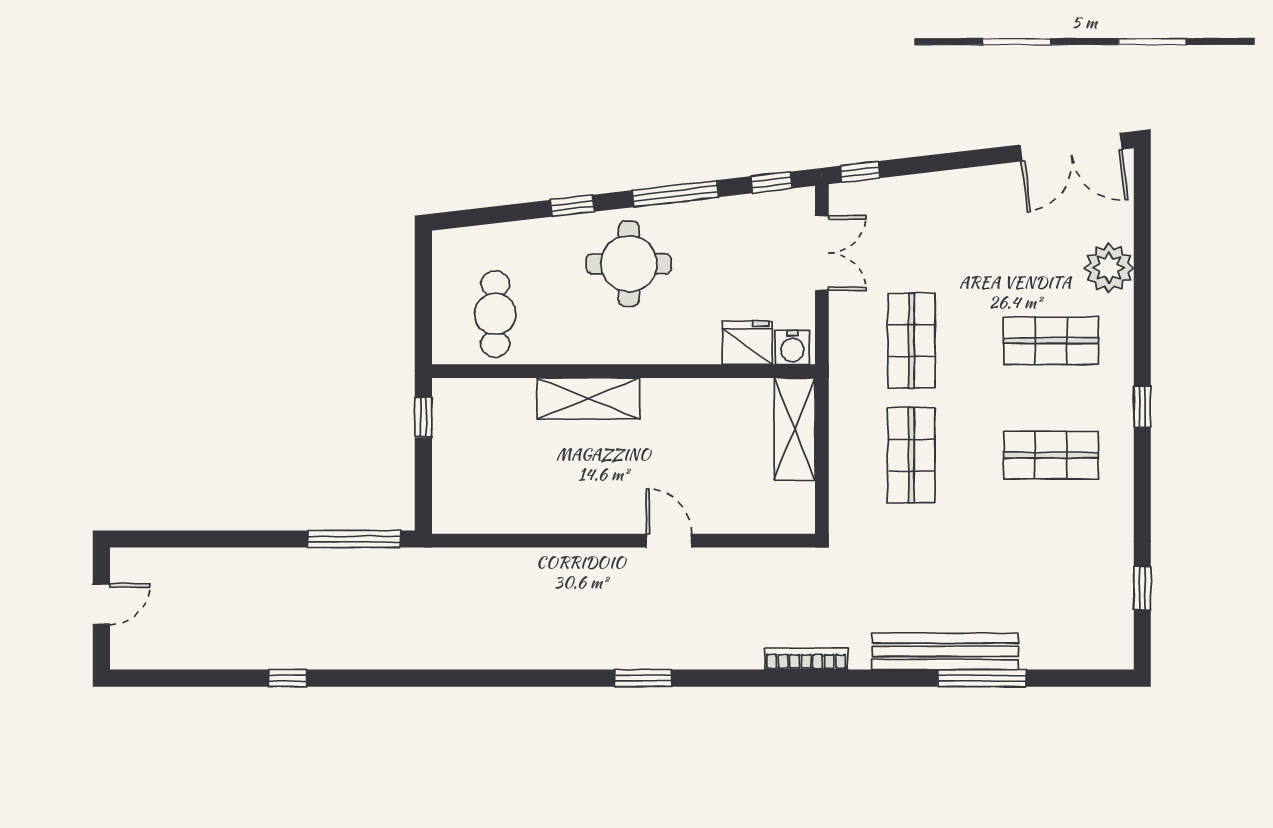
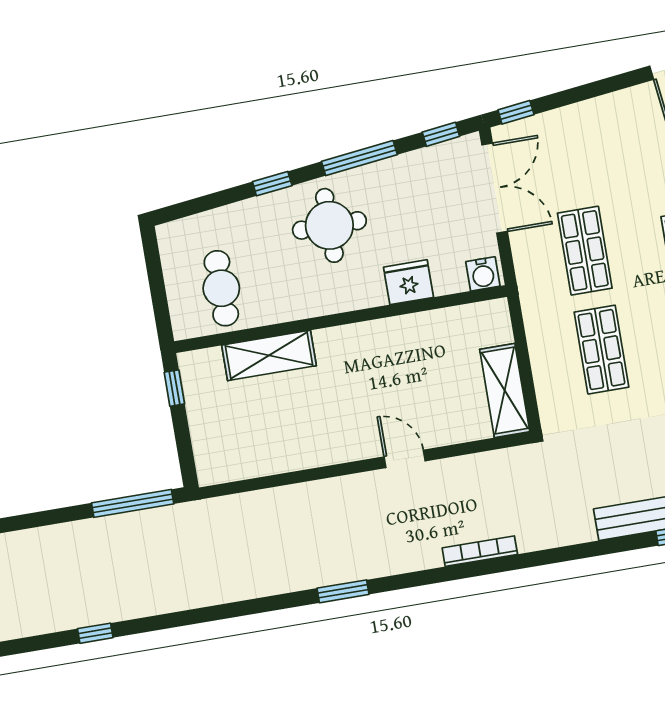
double door: (822, 253) -> (495, 188), width x1.37
fridge: (747, 343) -> (408, 282), moved
shelving: (588, 399) -> (269, 355), moved
shelving: (795, 429) -> (505, 390), moved
bookcase: (806, 659) -> (480, 551), moved
window: (643, 678) -> (343, 591), moved

